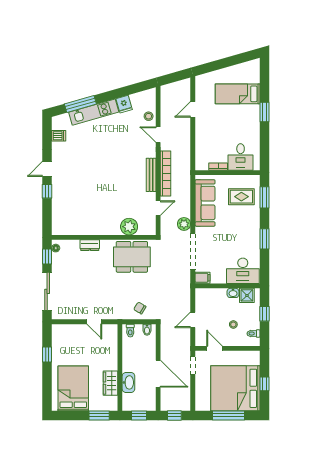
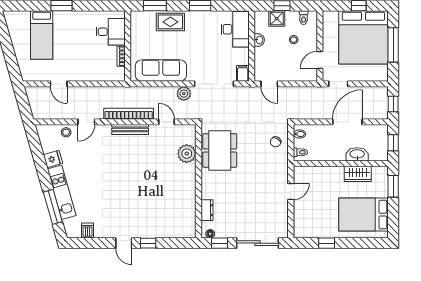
rug: (241, 197) -> (170, 22), moved, turned 90
dresser: (90, 245) -> (207, 210), moved
shower: (247, 295) -> (277, 19), moved
door: (193, 320) -> (269, 84), moved

